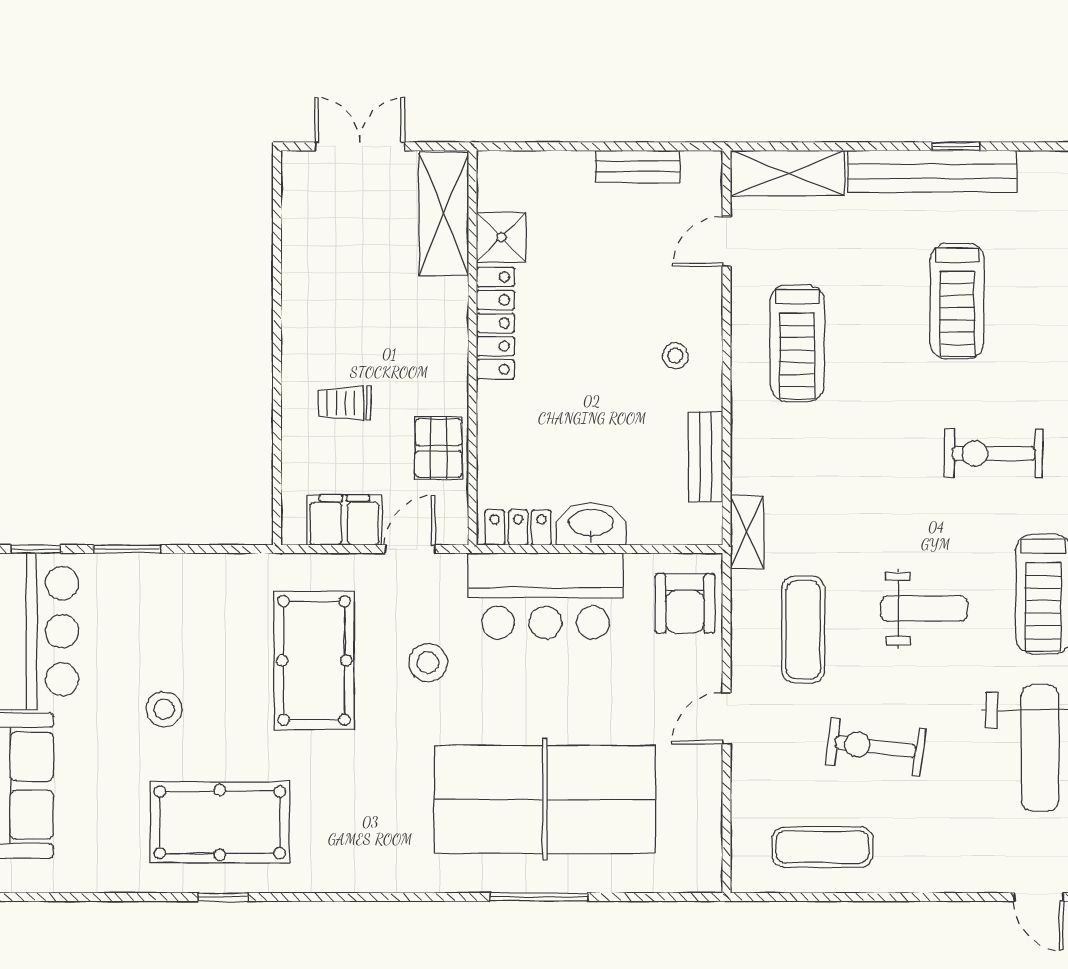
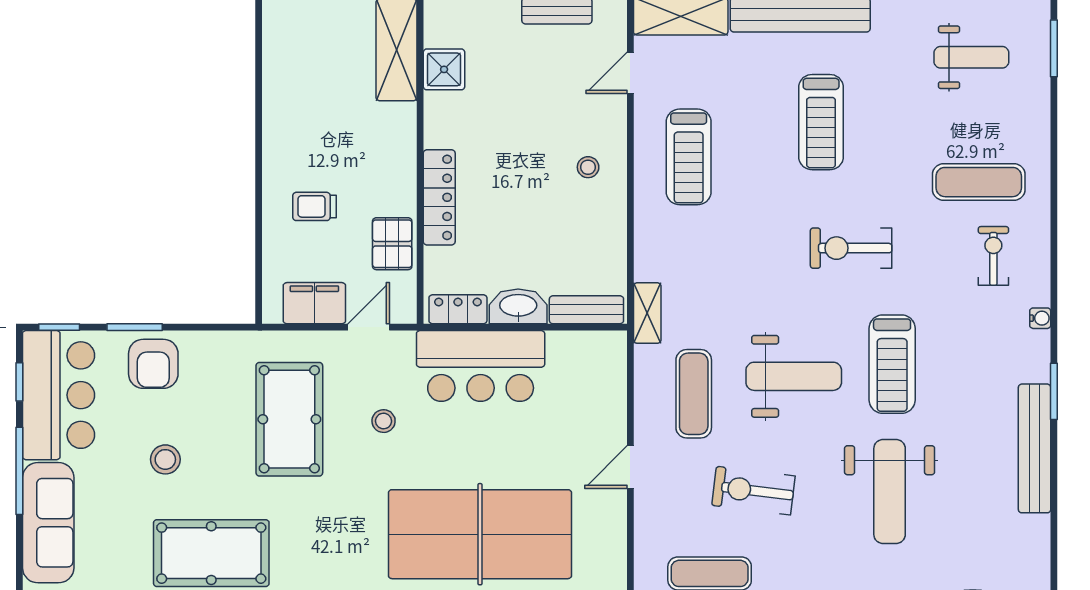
locker: (495, 323) -> (439, 197), moved
bench: (706, 457) -> (586, 310), moved, turned 90
armchair: (685, 603) -> (153, 364), moved
weight bench: (924, 609) -> (794, 376), width x1.36, depth x1.33
stool: (428, 663) -> (384, 421), width x0.73, depth x0.73

